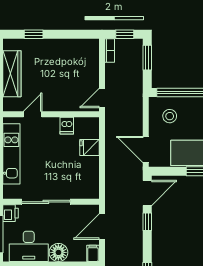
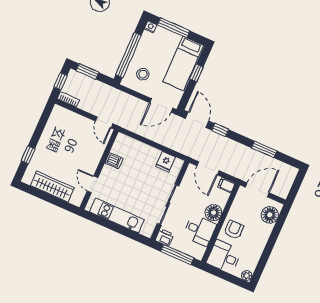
fridge: (89, 147) -> (166, 162), moved
desk: (29, 246) -> (200, 230), width x0.73

